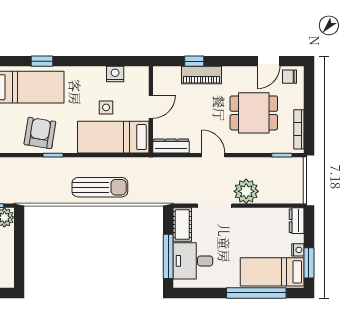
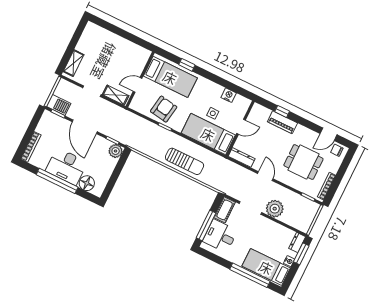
window: (309, 263) -> (301, 254), moved

